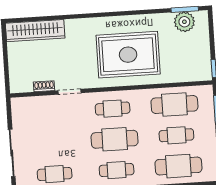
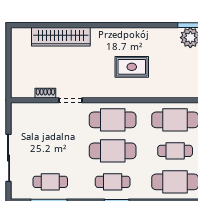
wardrobe: (35, 31) -> (61, 37), moved
rug: (128, 55) -> (132, 67), width x0.54, depth x0.49
cafe table: (113, 109) -> (113, 120), width x1.37, depth x1.35

